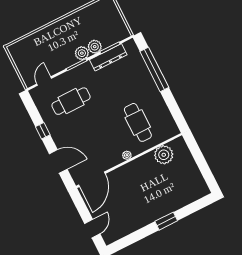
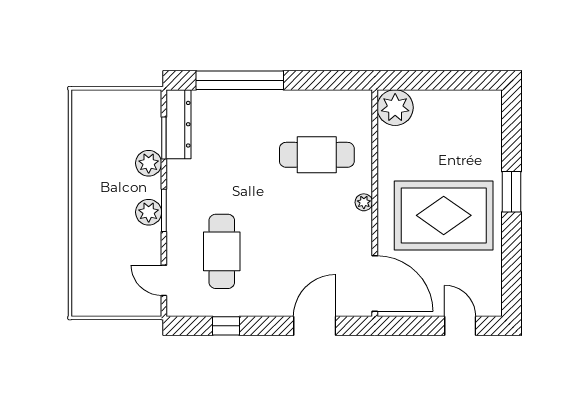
plant: (82, 53) -> (149, 212), moved
dresser: (108, 57) -> (179, 124), moved
window: (43, 131) -> (226, 326), moved
plant: (164, 155) -> (395, 108), moved
rug: (139, 195) -> (444, 215), added

